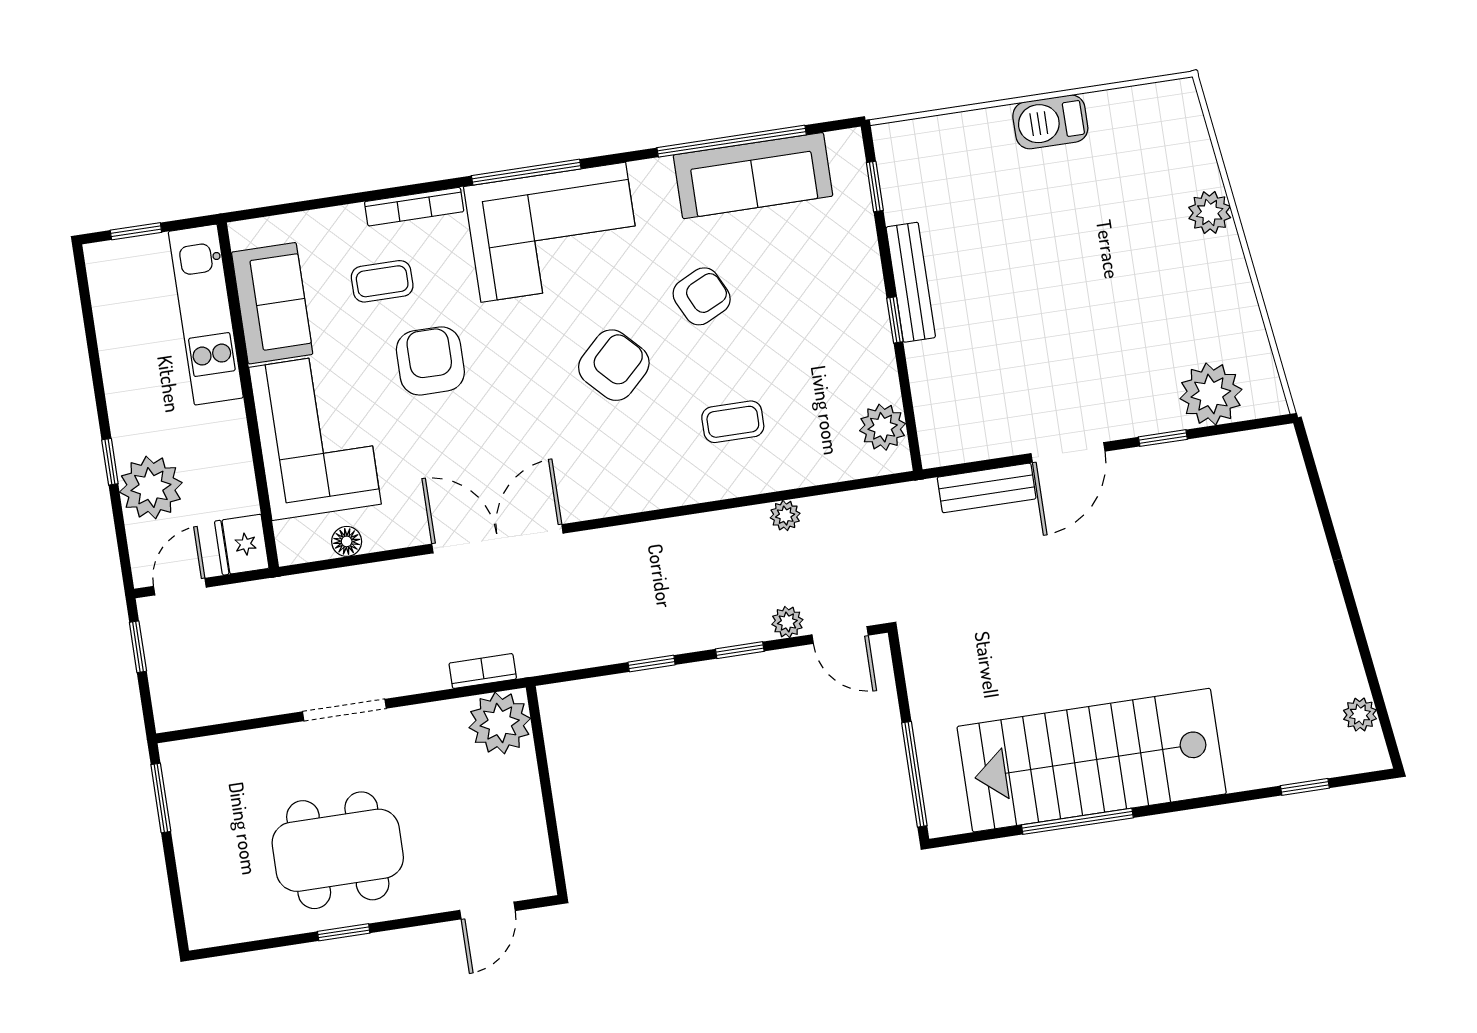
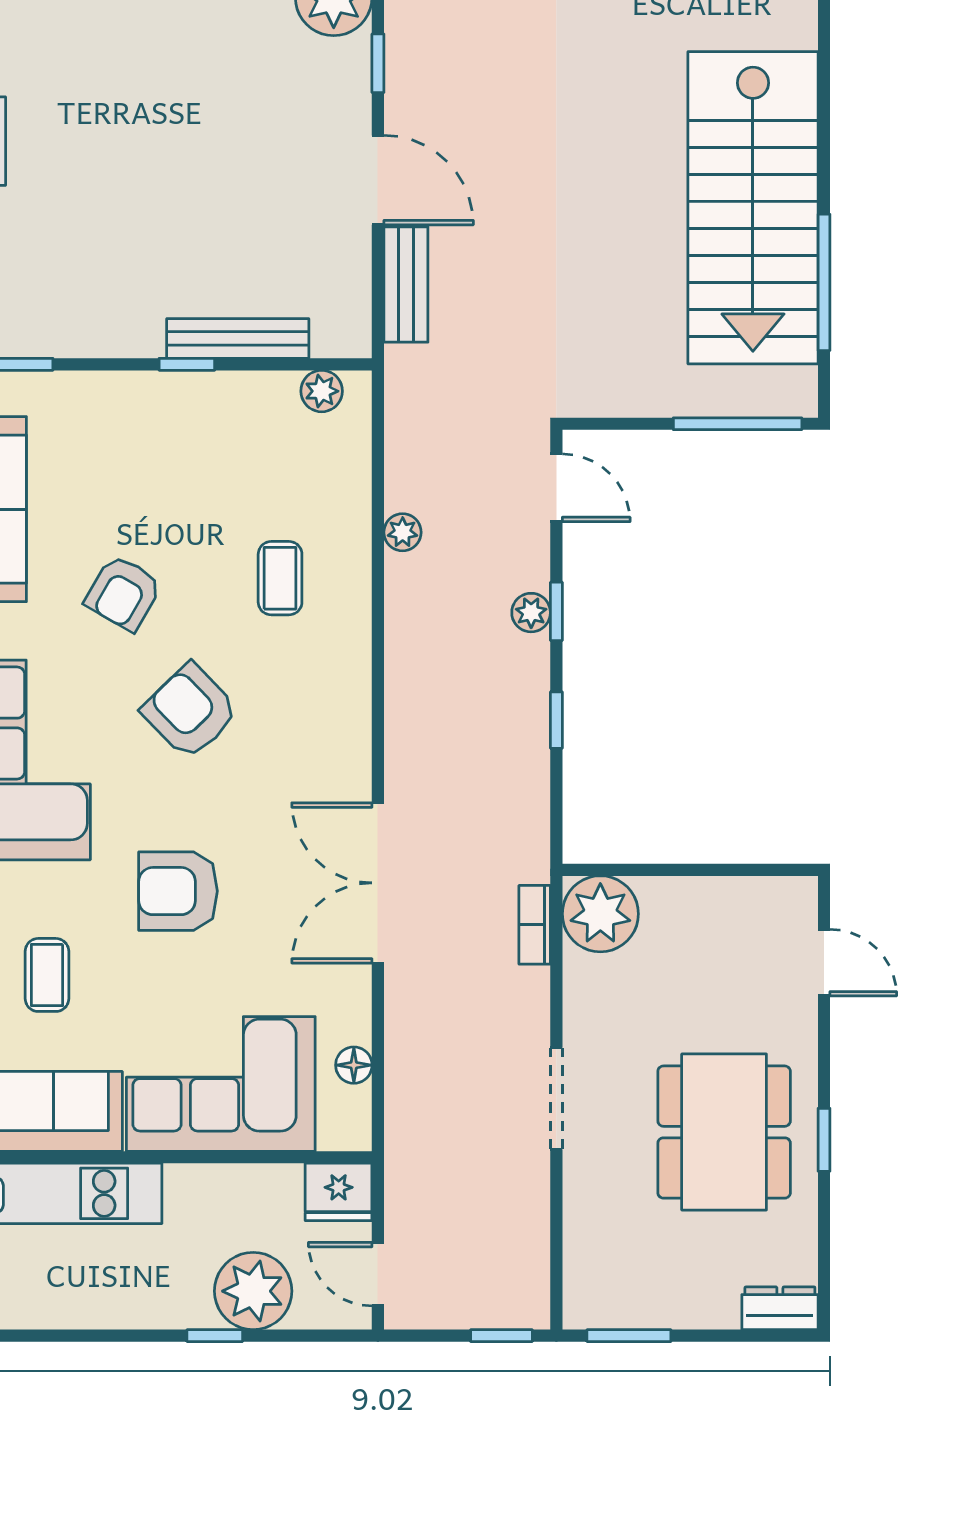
bench: (911, 282) -> (238, 338), moved
armchair: (702, 296) -> (123, 593), turned -124
armchair: (430, 361) -> (178, 891), moved
plant: (883, 427) -> (322, 391), width x0.73, depth x0.73
plant: (787, 622) -> (531, 613), moved
door: (840, 635) -> (556, 488), hinge flipped
window: (138, 647) -> (501, 1336), moved
window: (1077, 821) -> (824, 282), moved
dresser: (202, 917) -> (780, 1308), added

